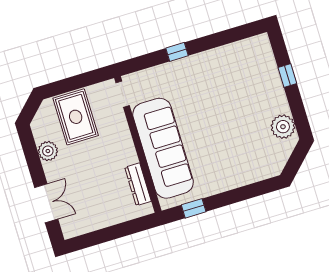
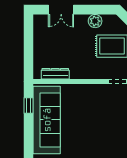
sofa: (163, 148) -> (47, 120), moved, turned -90

